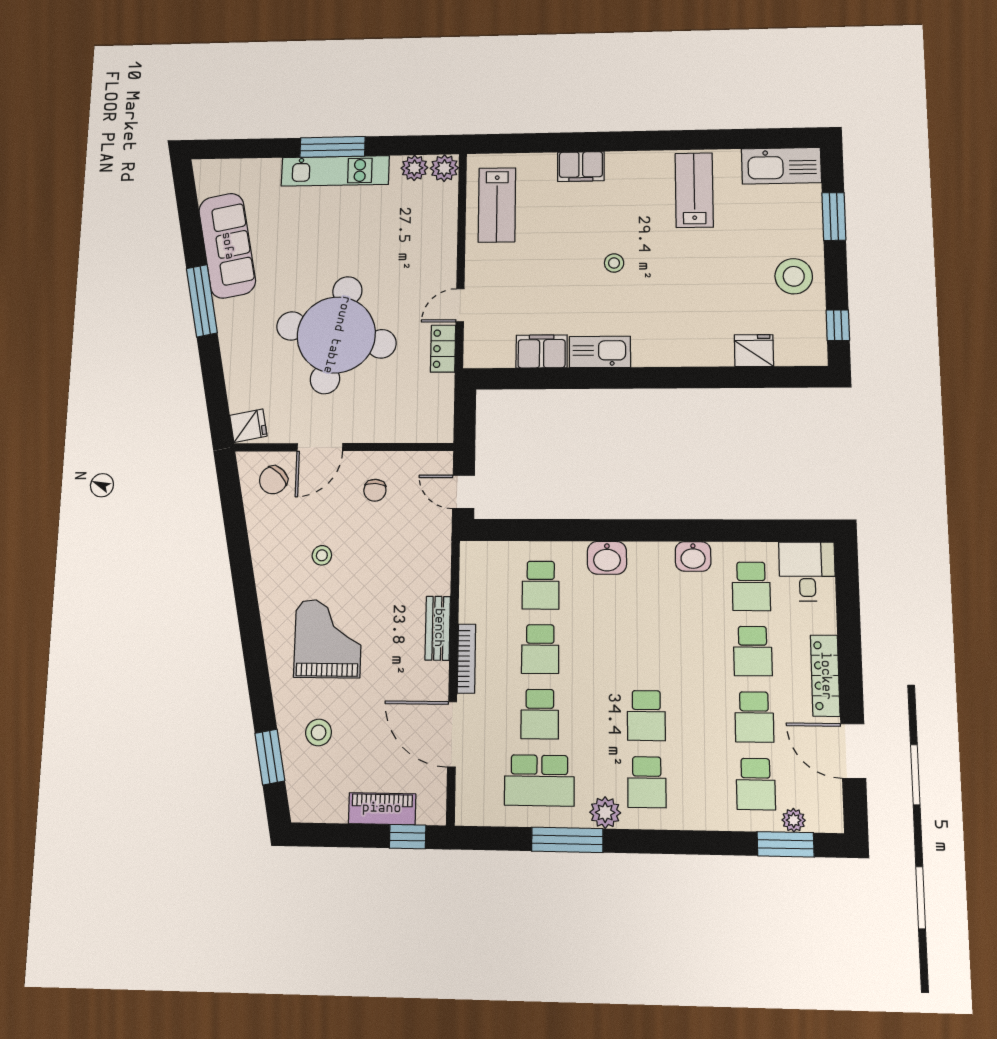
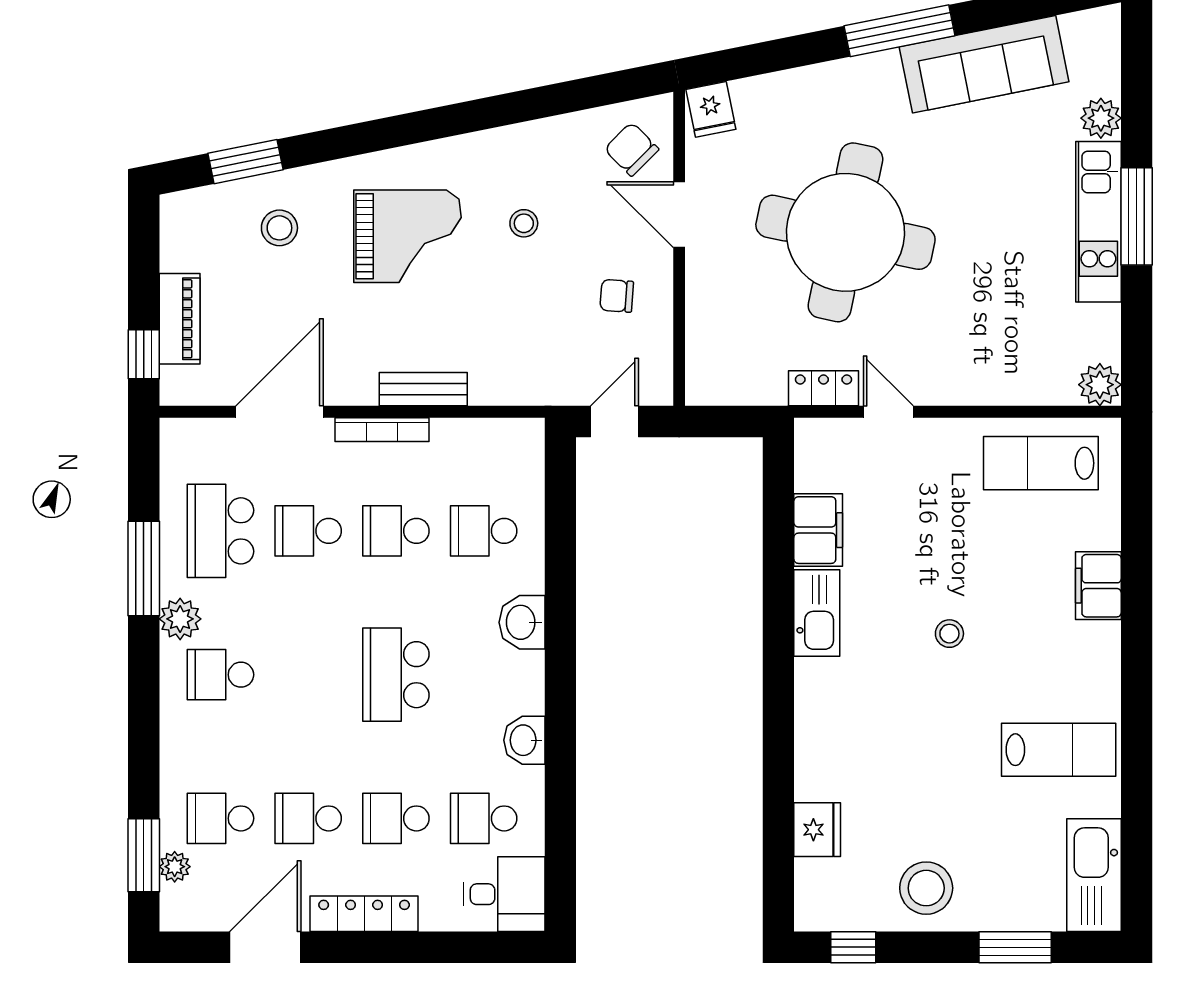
plant: (414, 168) -> (1101, 118), moved
school desk: (646, 716) -> (396, 675), moved, width x1.85

